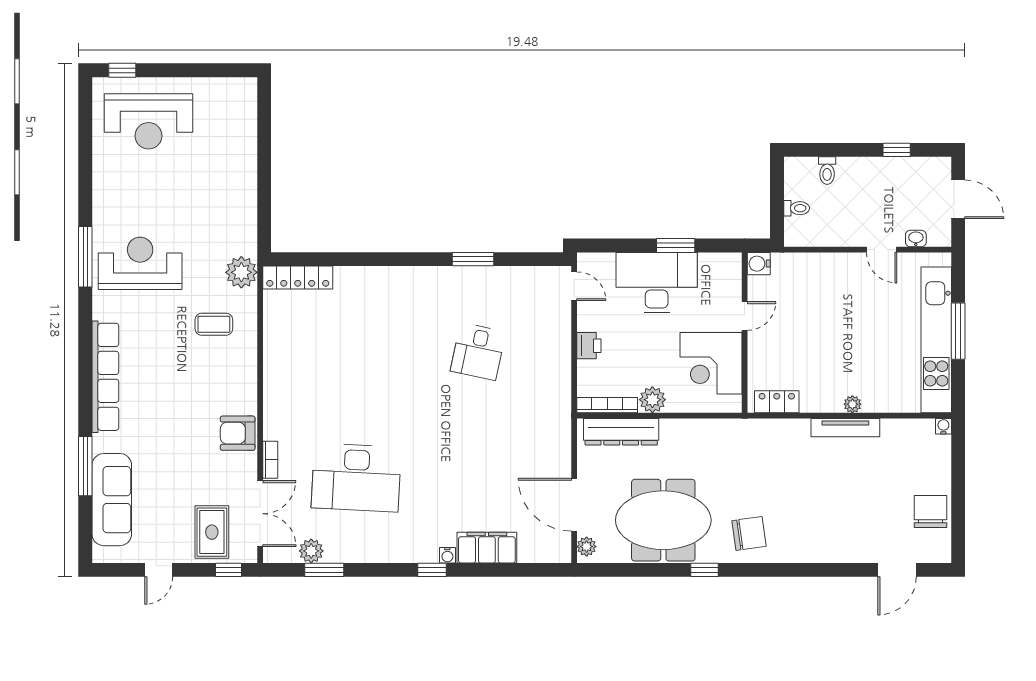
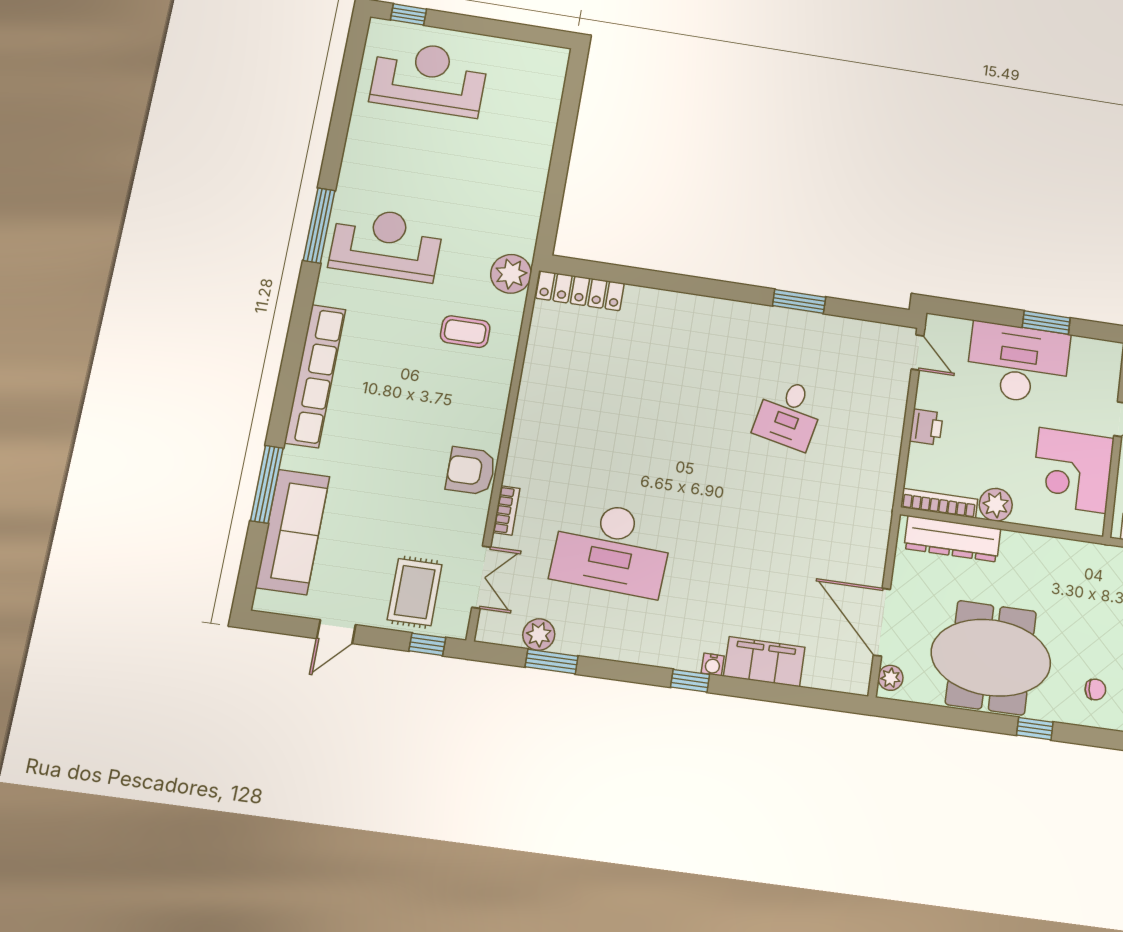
reception desk: (148, 121) -> (429, 78), turned 180
double door: (260, 514) -> (481, 577), width x0.73
chair: (749, 533) -> (1095, 689), width x0.54, depth x0.54

